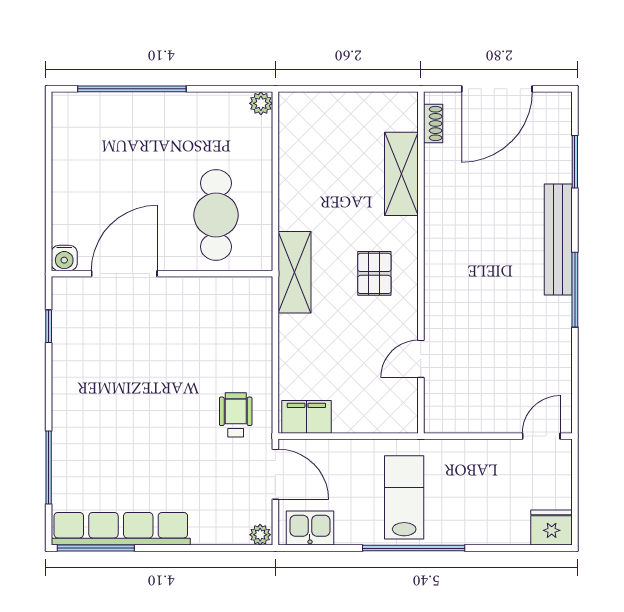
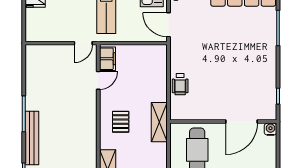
wheelchair: (236, 415) -> (180, 84), moved
filing cabinet: (306, 417) -> (107, 59), moved, turned -90
door: (541, 436) -> (83, 43), moved

